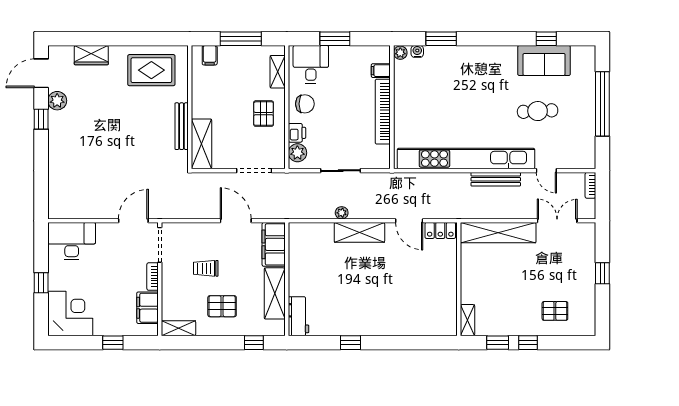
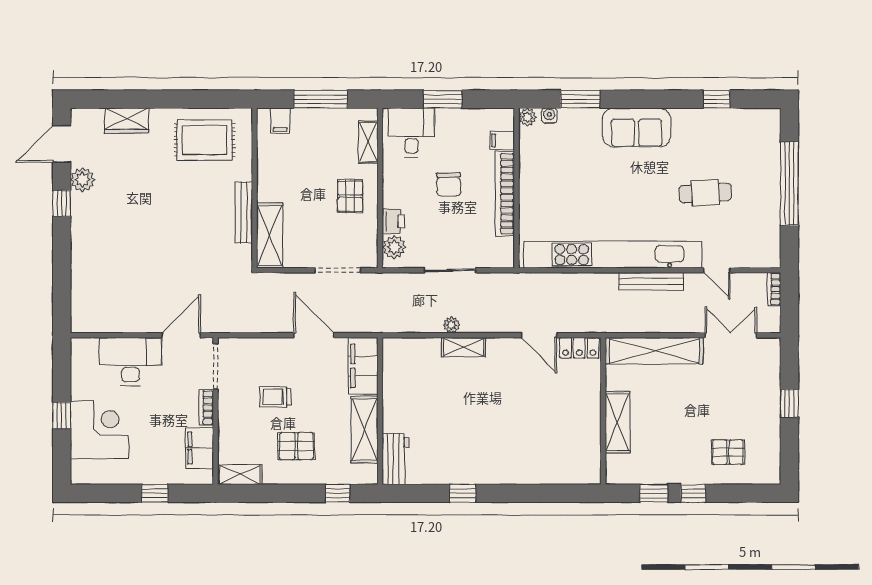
sofa: (544, 61) -> (637, 127), moved
chair: (305, 104) -> (448, 184), moved, turned 90
shelving: (359, 232) -> (464, 347), width x0.67, depth x0.75
desk: (72, 241) -> (131, 362), moved
corner desk: (70, 314) -> (99, 430), moved
shelving: (467, 320) -> (618, 422), moved, width x1.50, depth x1.33

